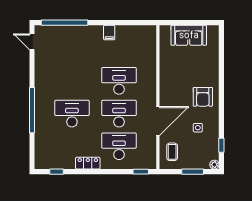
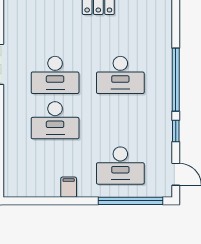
window: (32, 73) -> (176, 131), added
desk: (119, 146) -> (120, 166), moved

